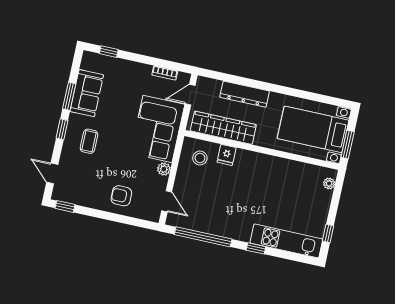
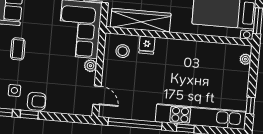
side table: (80, 185) -> (14, 90), added
armchair: (121, 196) -> (37, 101), moved, turned 180
window: (92, 212) -> (29, 115), added
kitchen unit: (286, 241) -> (201, 117), width x1.36

